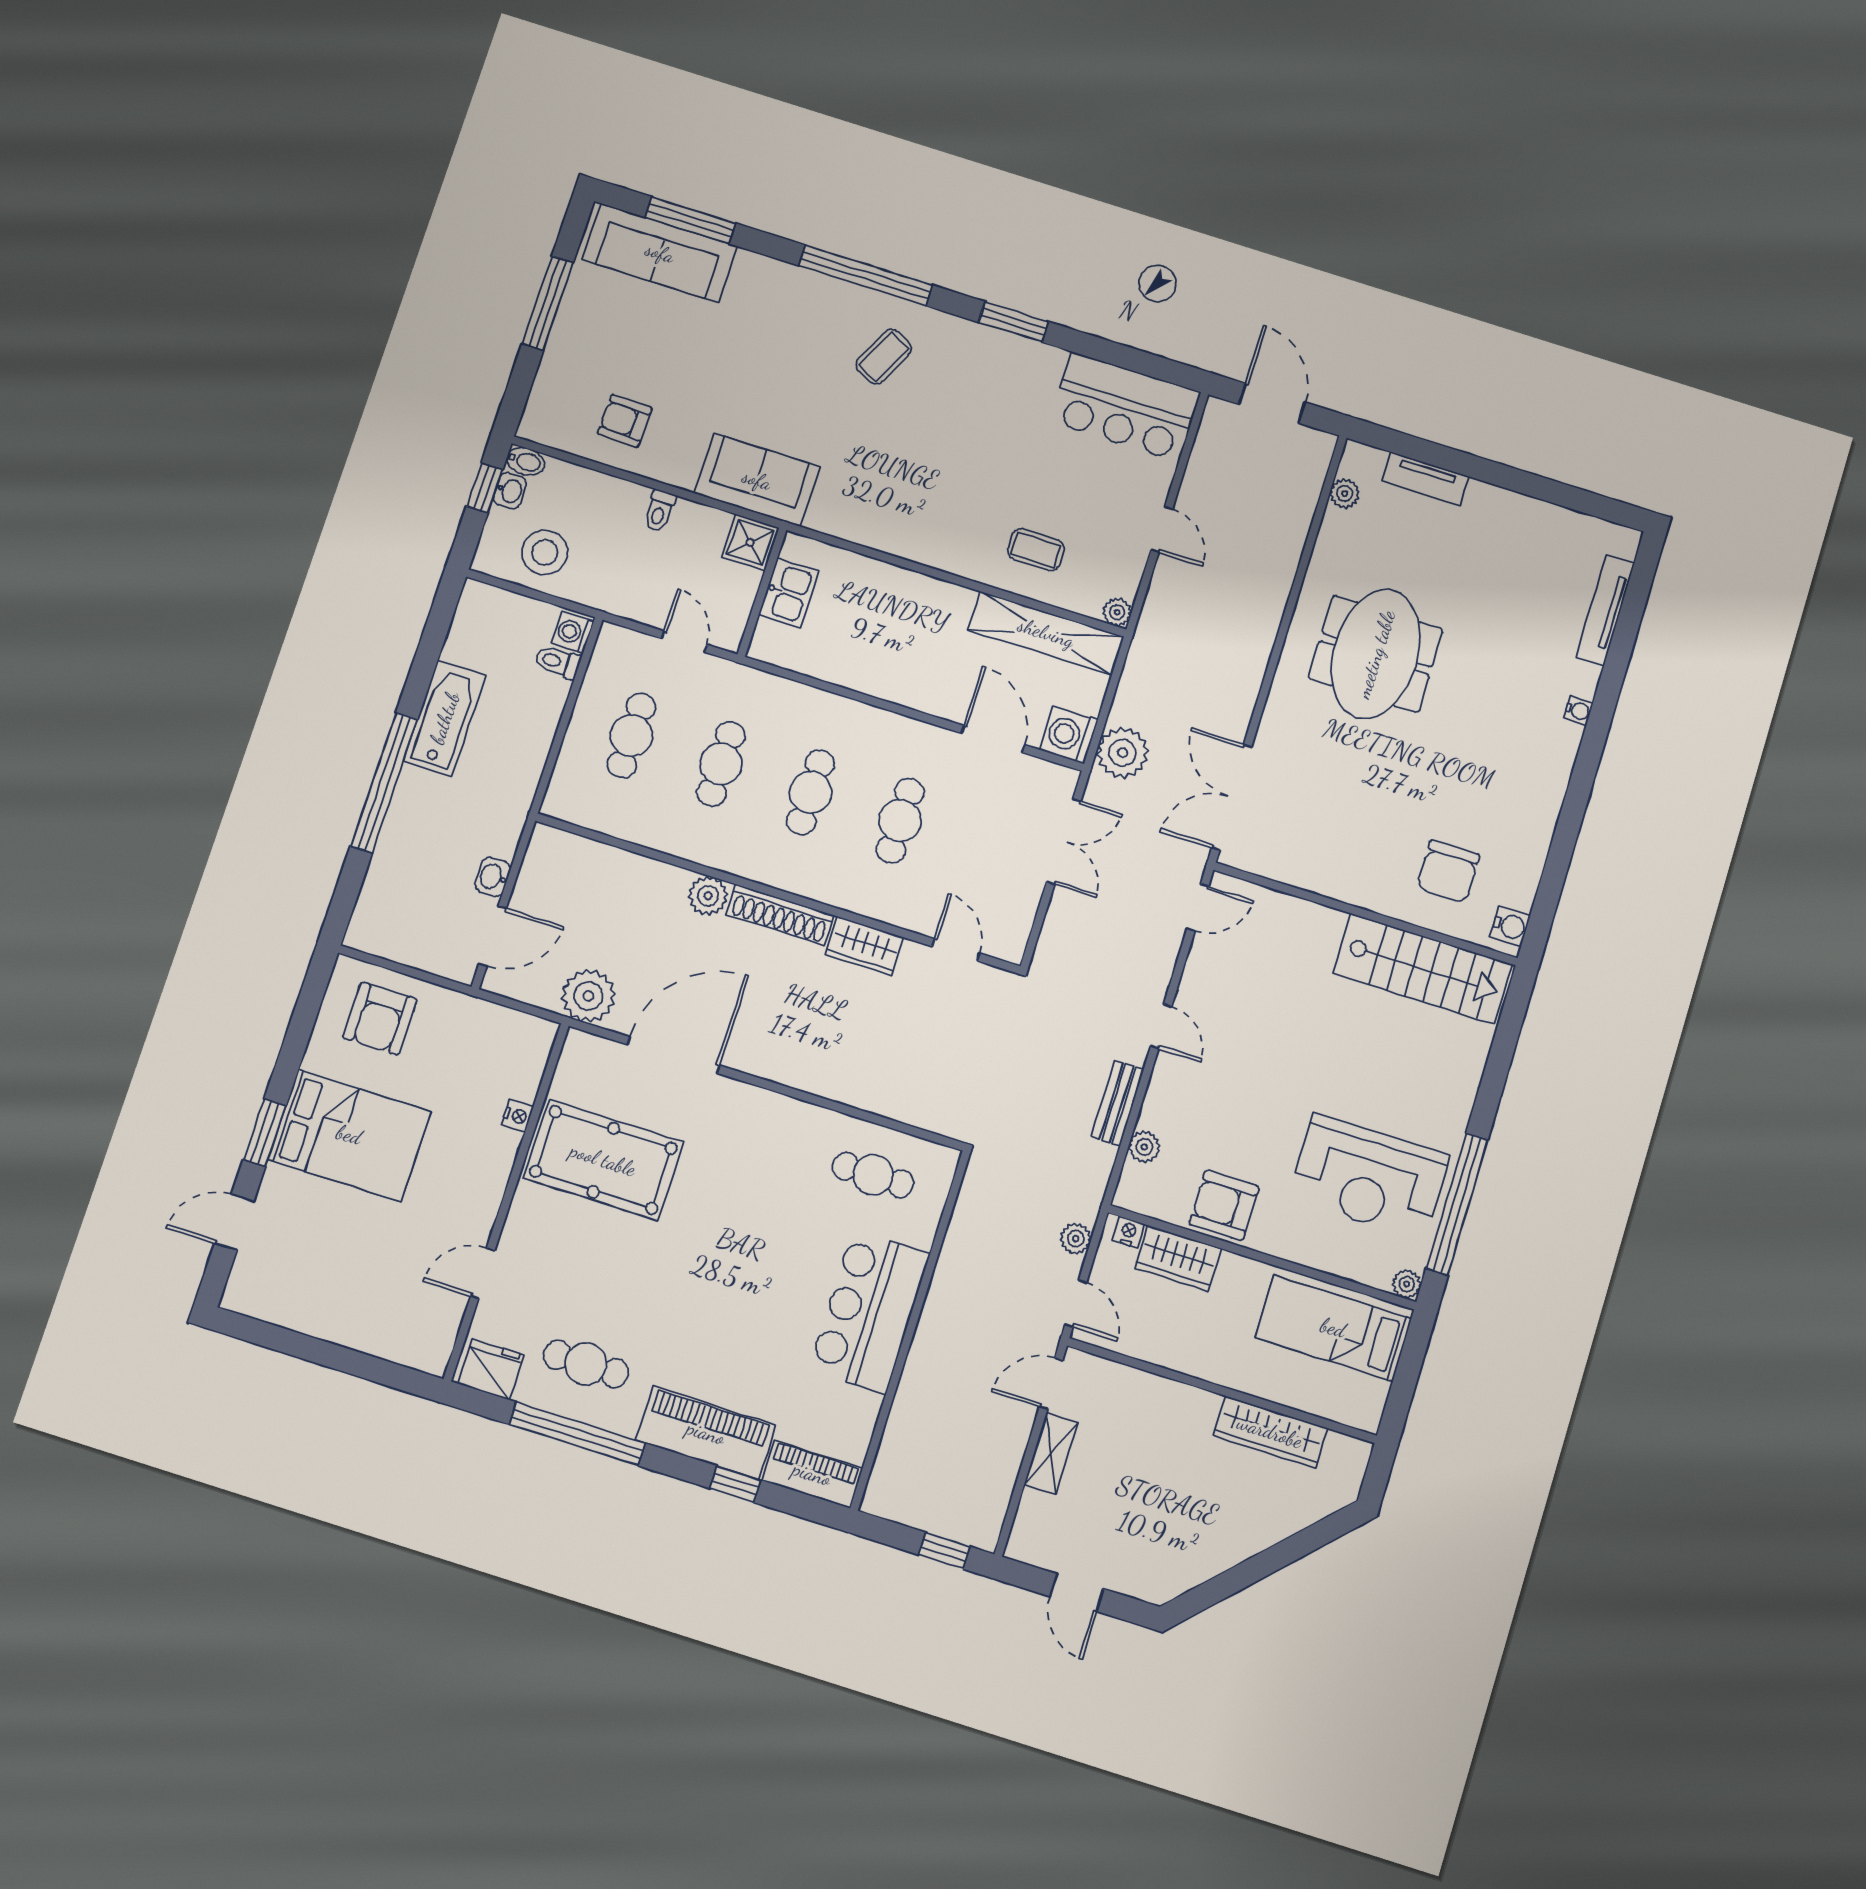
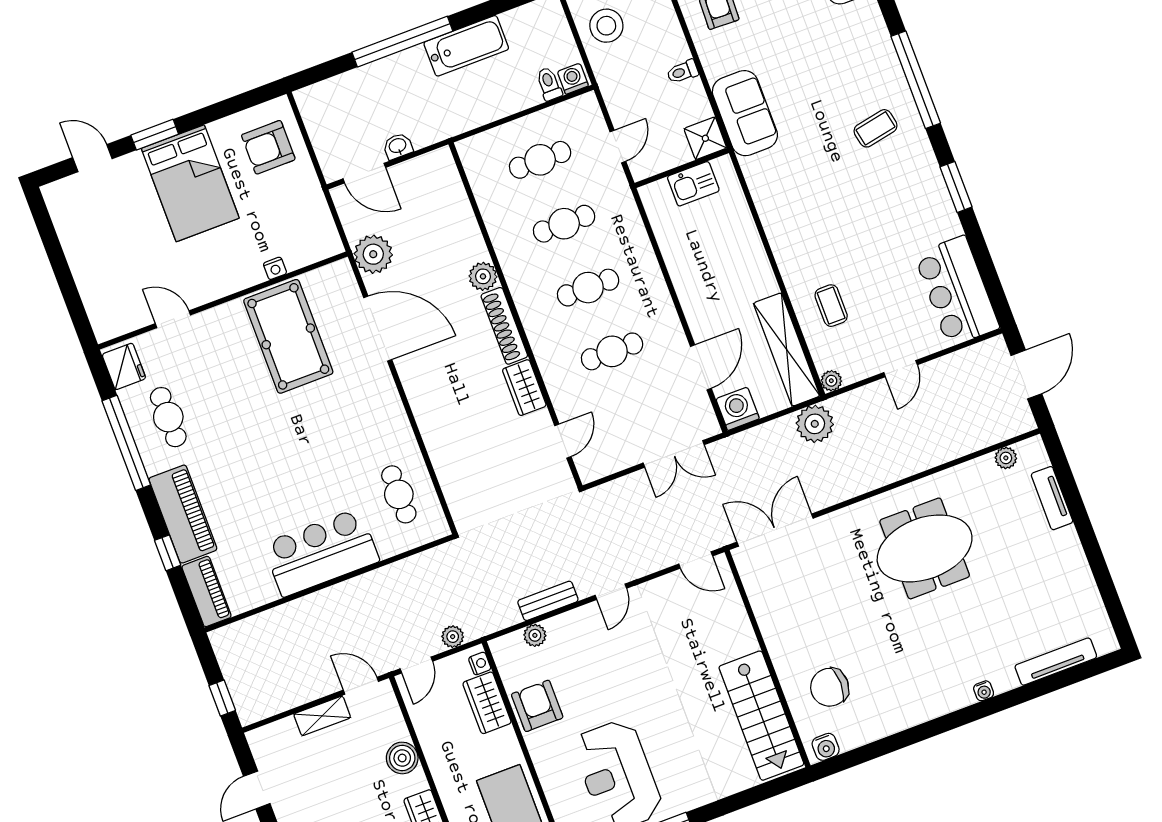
coffee table: (884, 357) -> (876, 128), turned -37
plant: (1123, 753) -> (815, 424), moved
boiler: (1167, 1401) -> (402, 758), added

